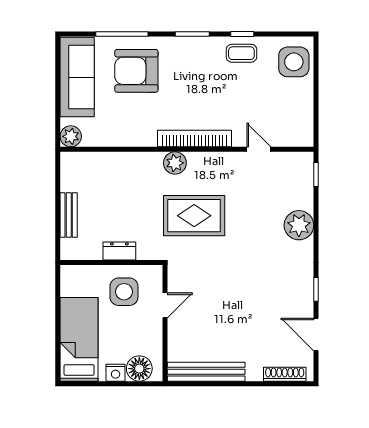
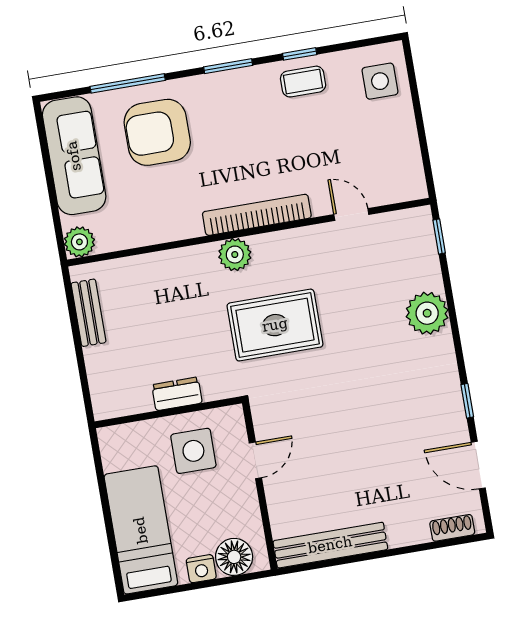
side table: (294, 62) -> (380, 81), width x0.73, depth x0.73
bench: (69, 215) -> (88, 313), moved
shoe rack: (285, 374) -> (452, 528), width x0.70

